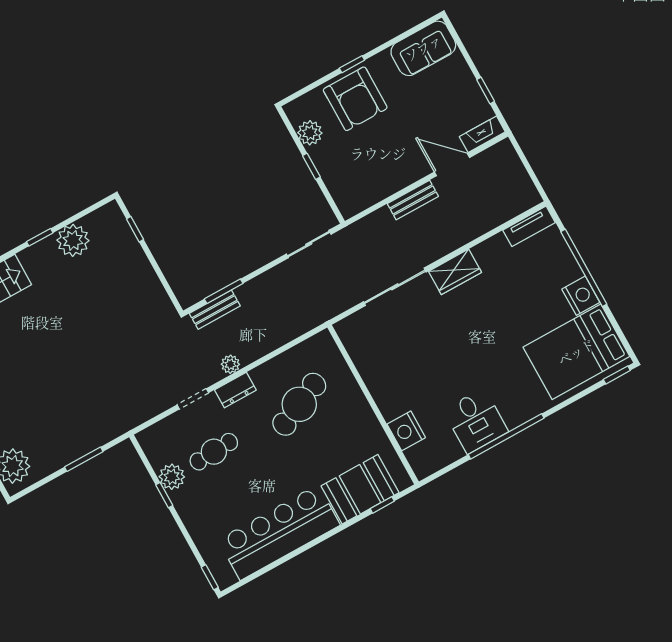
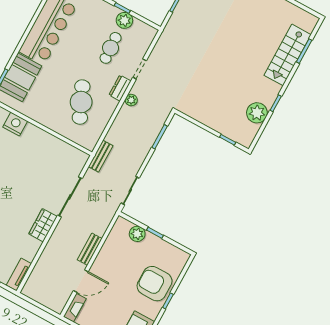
plant: (310, 133) -> (137, 234), moved
bench: (215, 310) -> (101, 156), moved

